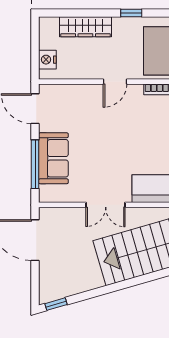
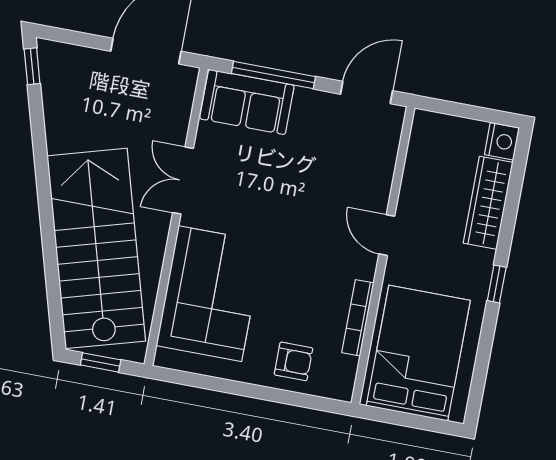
nightstand: (47, 60) -> (502, 141), moved, turned 90
sofa: (53, 158) -> (247, 102), moved

